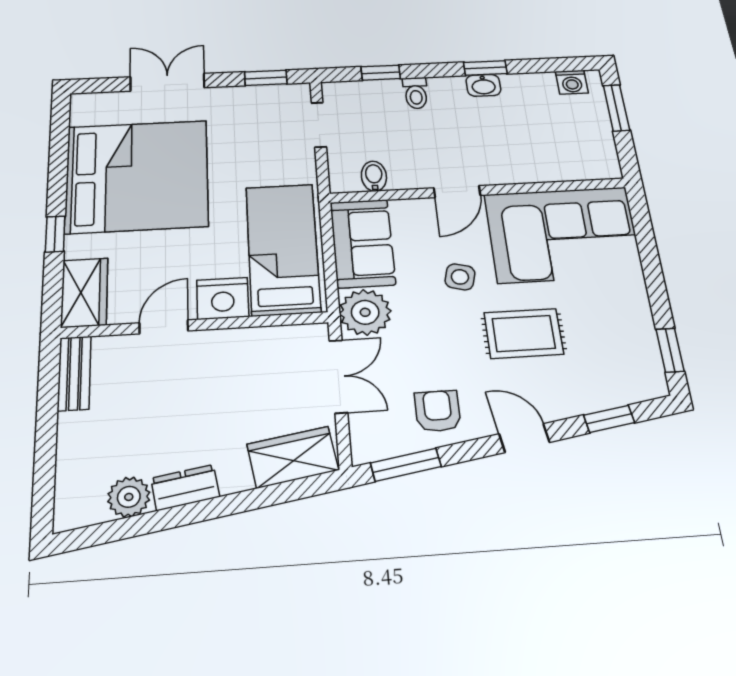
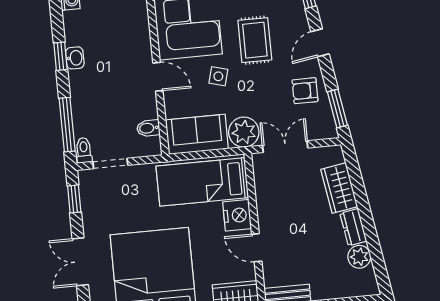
window: (381, 73) -> (67, 125), width x2.17
toilet: (416, 93) -> (84, 150), moved, turned -90
wardrobe: (293, 457) -> (339, 188), moved

